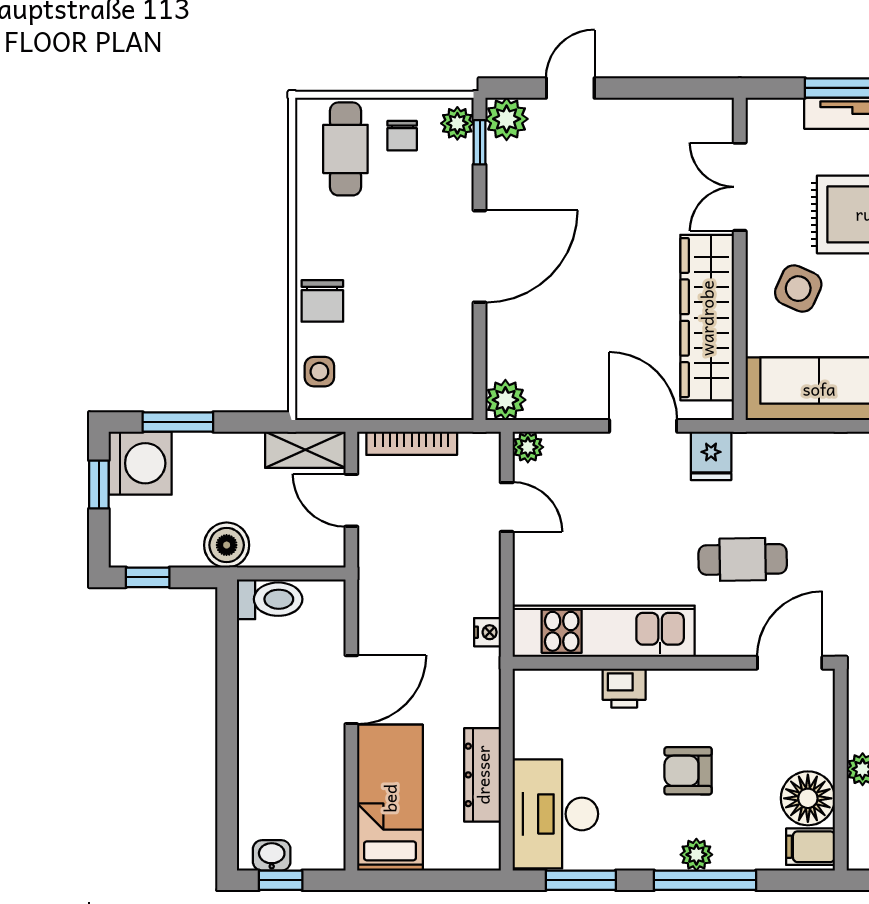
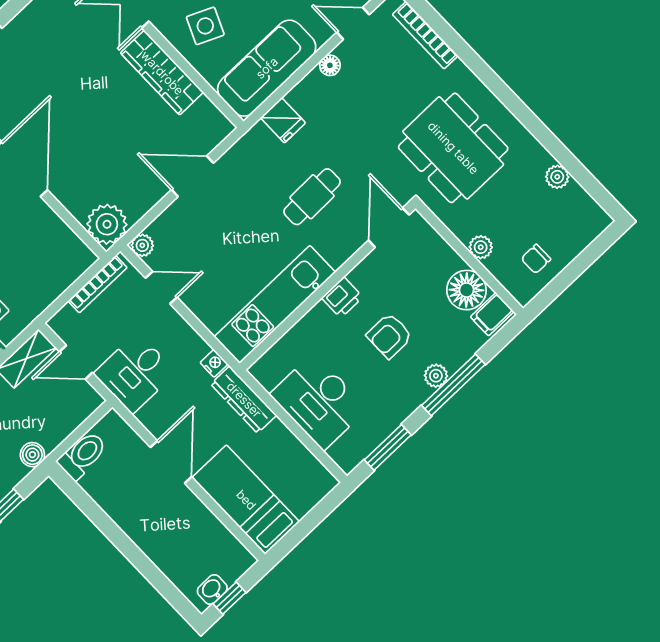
wardrobe: (707, 318) -> (162, 73), width x0.71, depth x0.85
plant: (505, 400) -> (107, 224), width x1.36, depth x1.36
bookcase: (412, 443) -> (98, 284), moved
fridge: (711, 456) -> (283, 120), moved
boiler: (227, 545) -> (32, 455), width x0.73, depth x0.73
desk: (400, 567) -> (135, 373), added
printer: (624, 688) -> (342, 297), moved
dresser: (483, 775) -> (244, 400), moved
desk: (555, 814) -> (319, 401), moved

